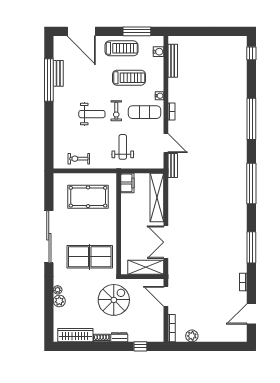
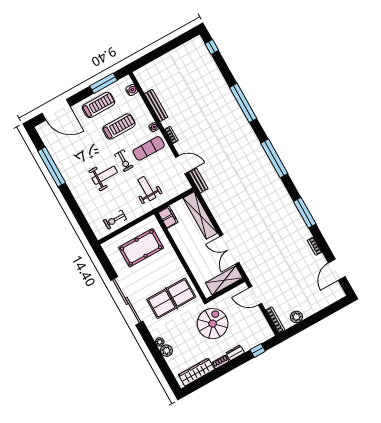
bench: (173, 61) -> (156, 105), moved
bench: (58, 73) -> (56, 157), removed

